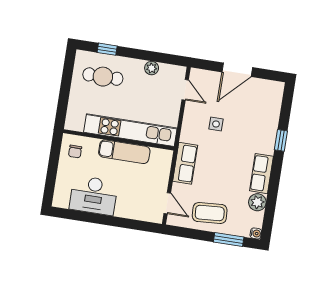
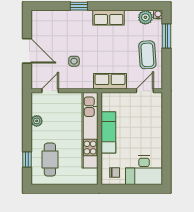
desk: (94, 195) -> (144, 170), moved, turned 90
plant: (257, 202) -> (145, 17), moved

